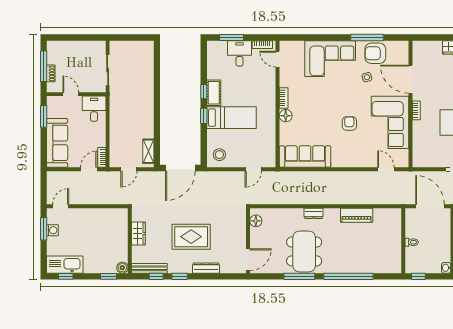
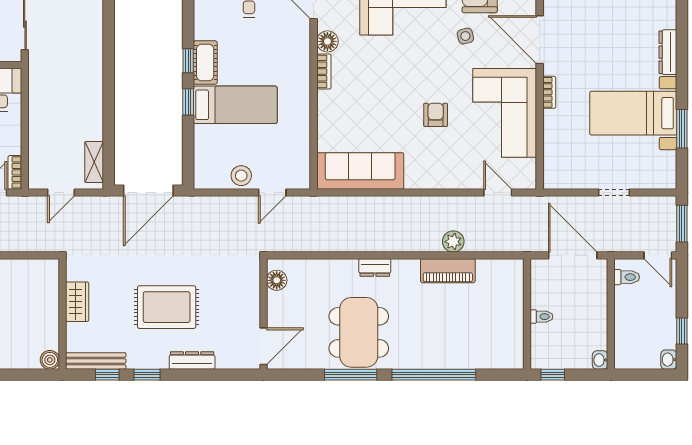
floor lamp: (286, 116) -> (327, 41), moved
stool: (219, 155) -> (241, 176), moved
plant: (360, 198) -> (453, 242), added
window: (108, 276) -> (26, 375), removed

